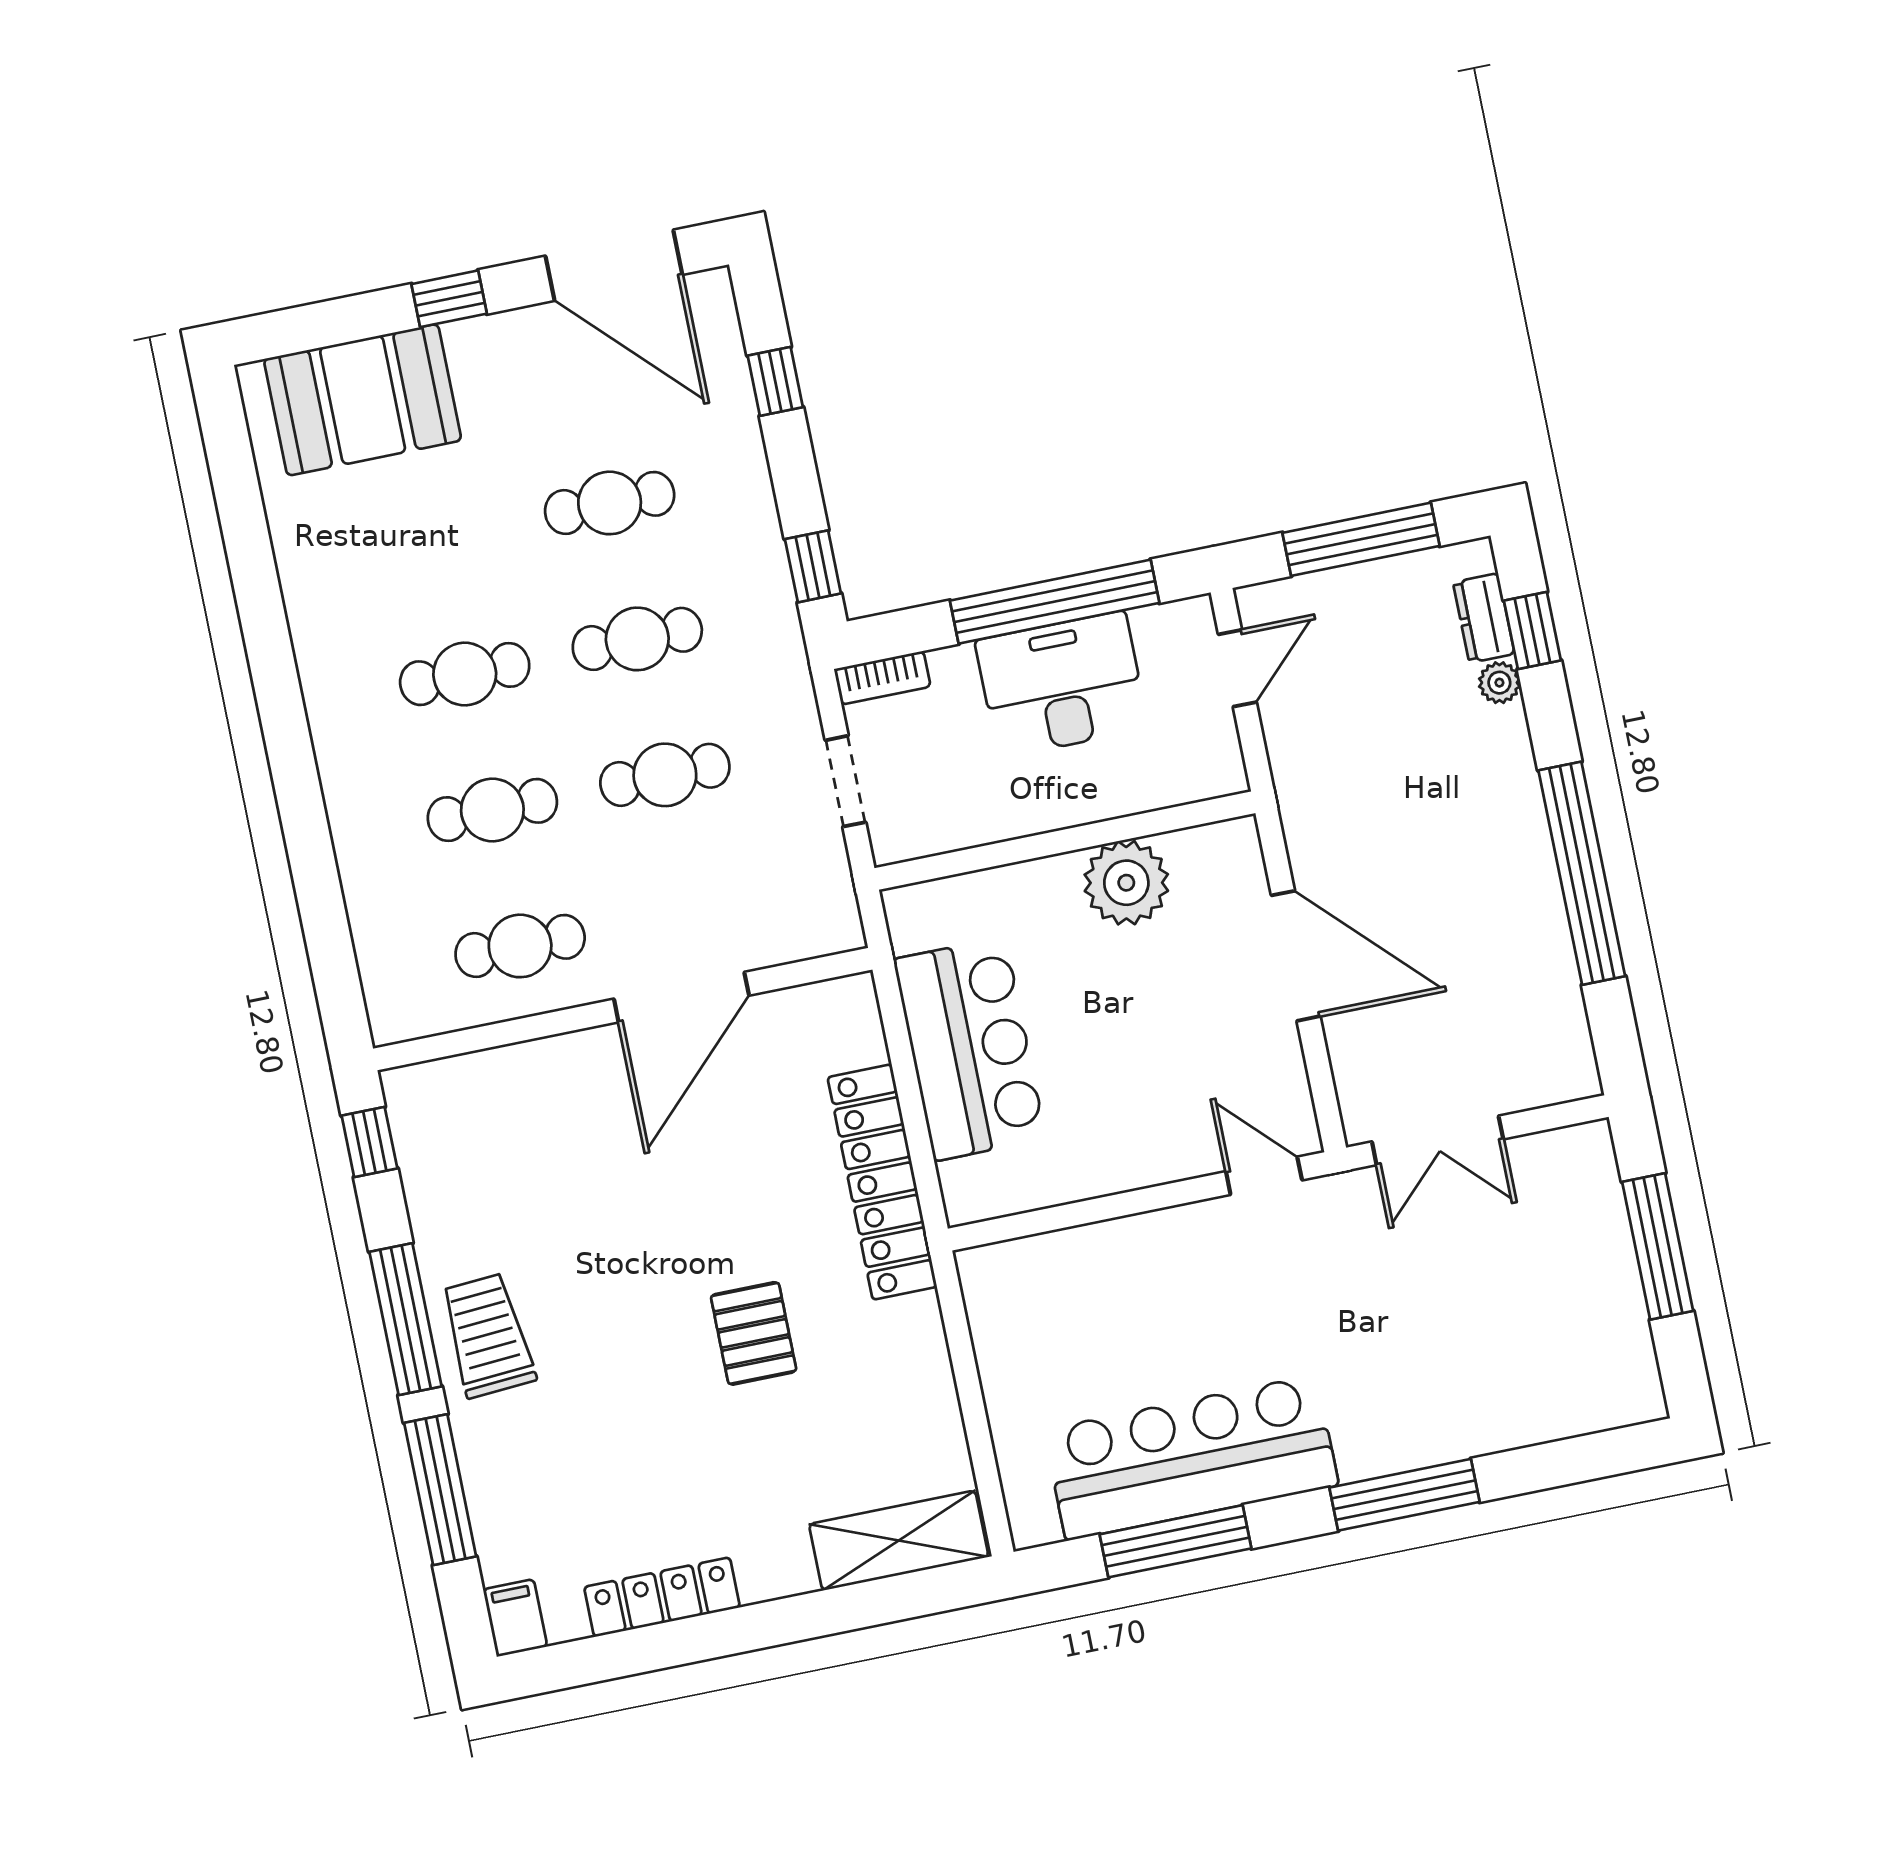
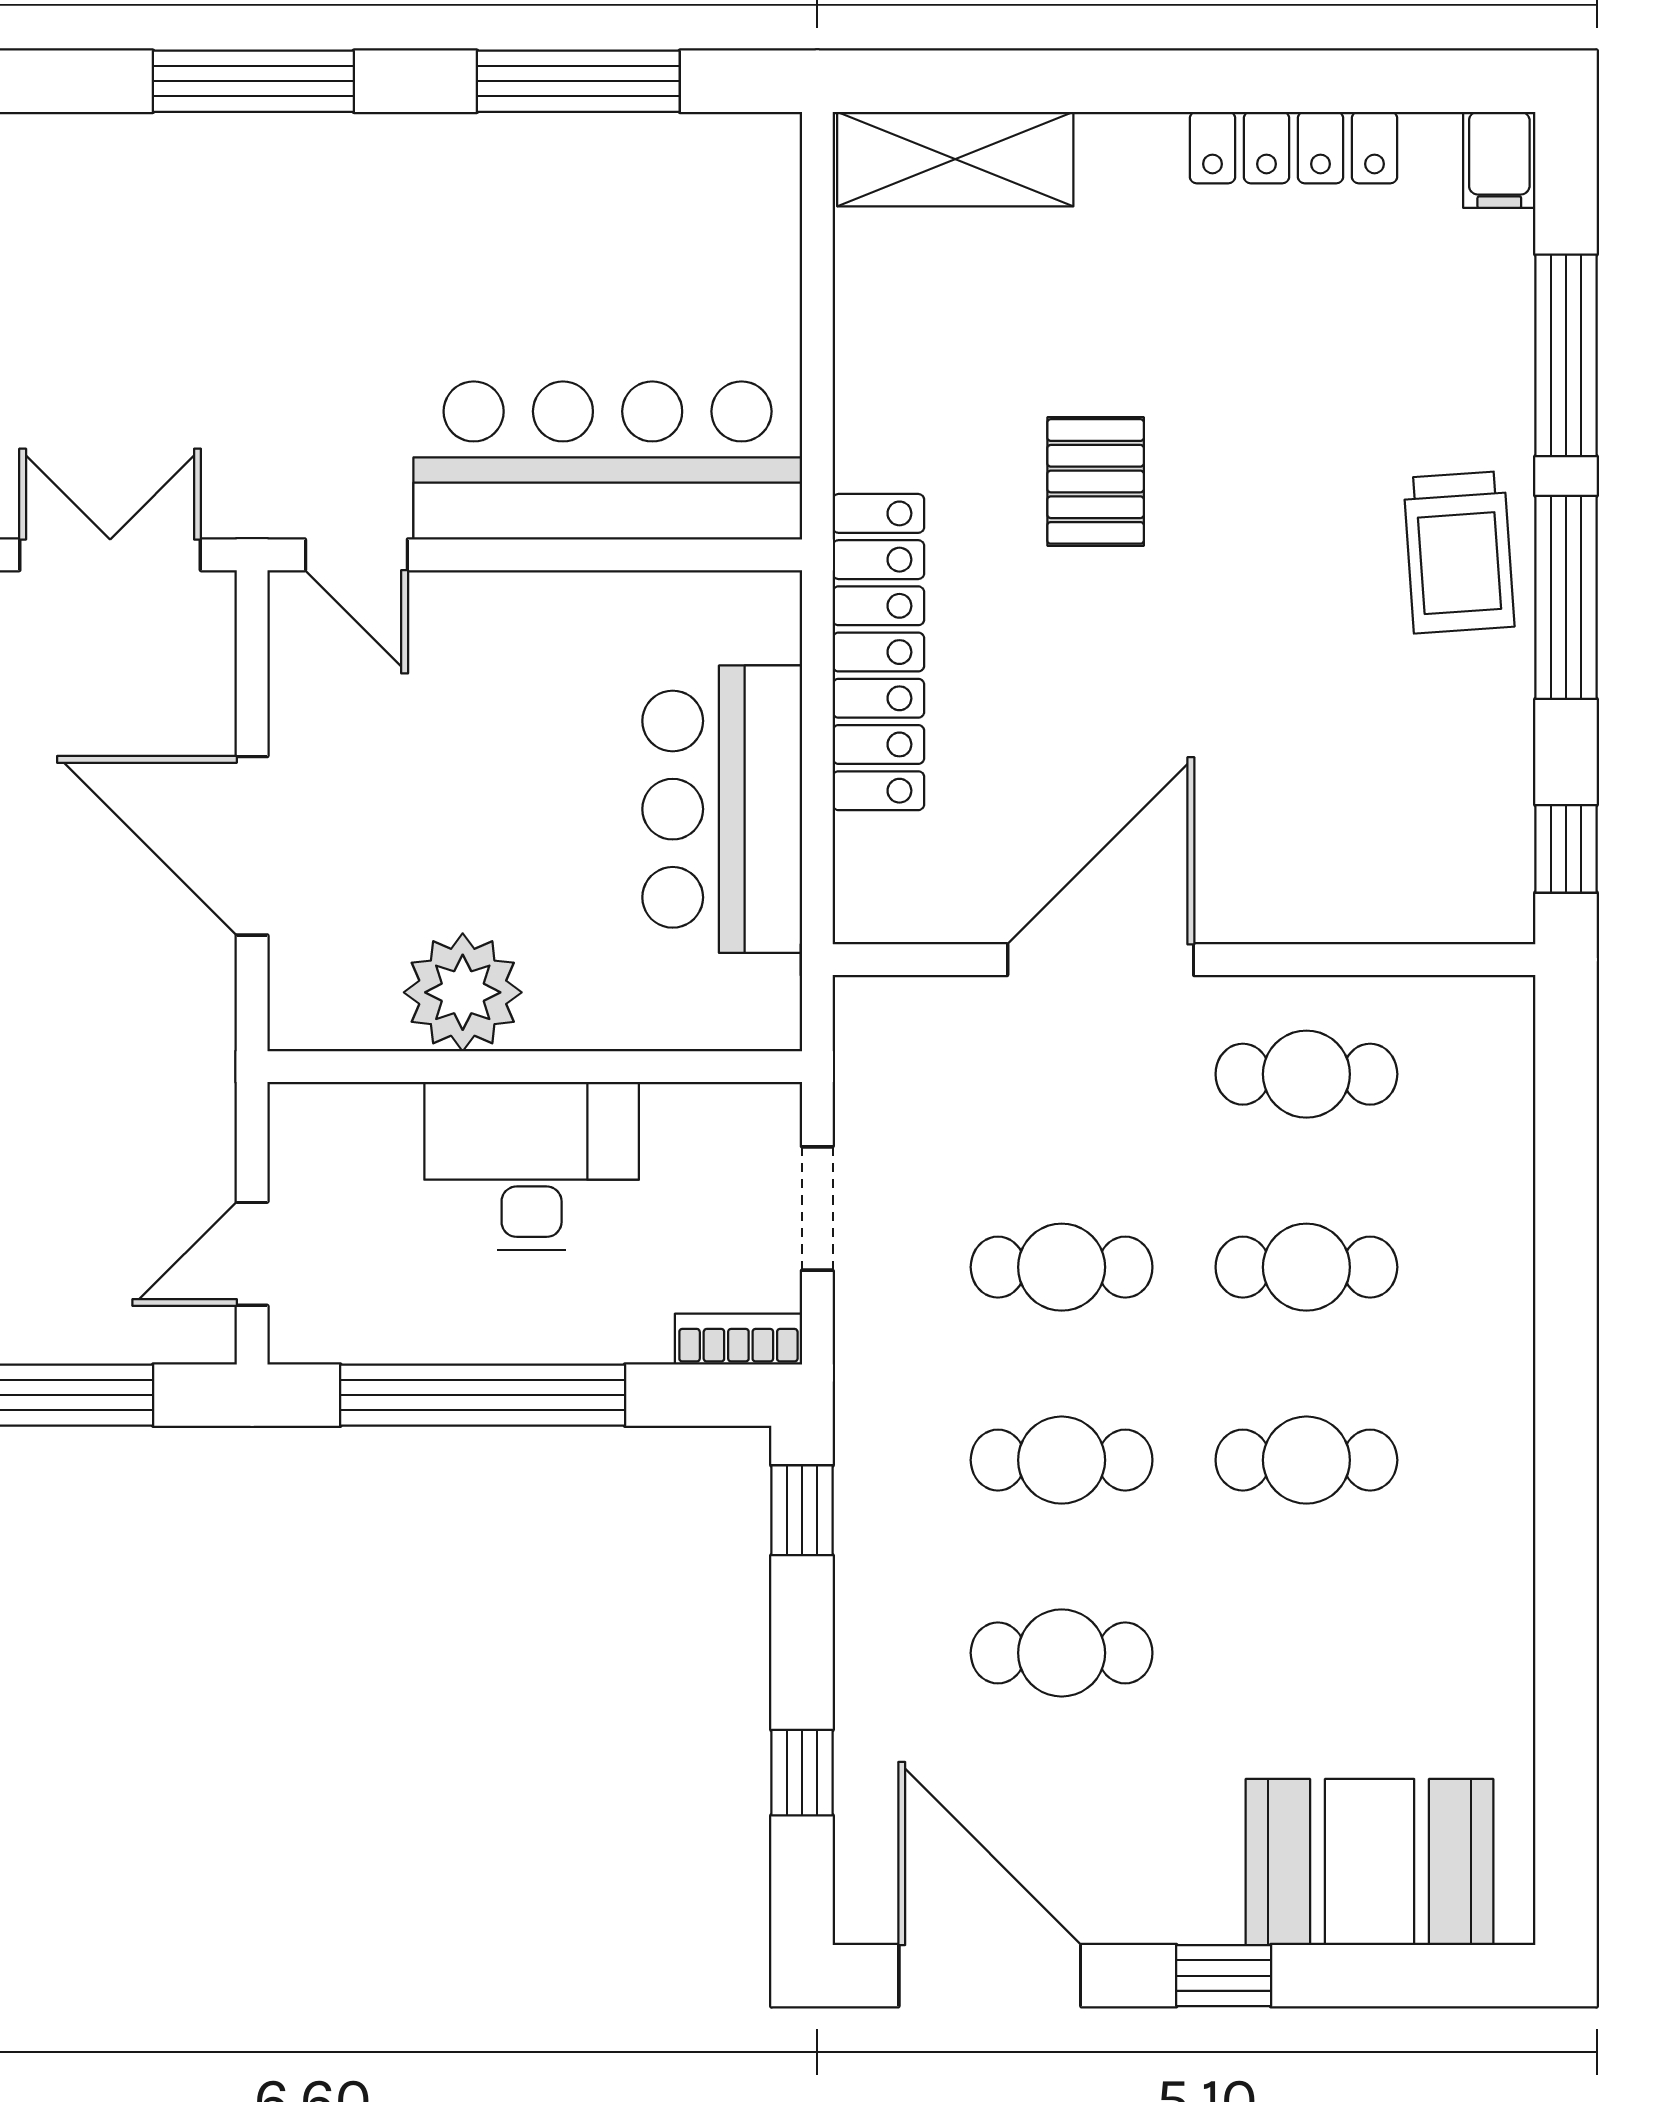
desk: (1062, 684) -> (532, 1166), moved, turned 180
bar counter: (1191, 1458) -> (608, 460), moved, turned 180

